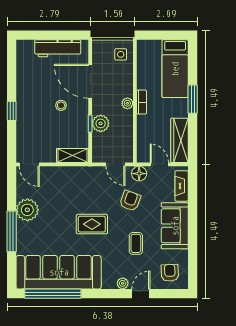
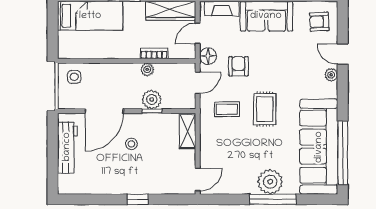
bookcase: (141, 102) -> (154, 54), moved
plant: (127, 103) -> (147, 69), moved
armchair: (130, 201) -> (238, 66), turned 70
plant: (27, 210) -> (270, 182), moved
coffee table: (136, 243) -> (227, 109), moved

